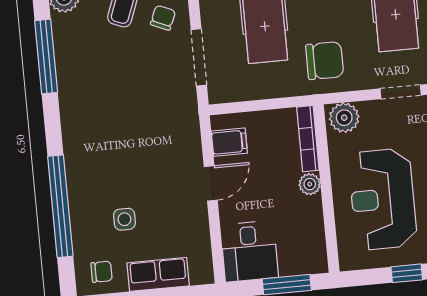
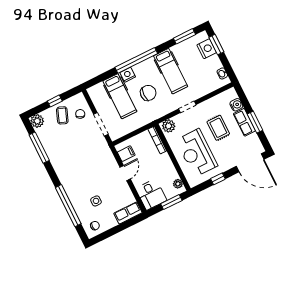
chair: (325, 61) -> (148, 93), moved
plant: (310, 184) -> (178, 184), moved
row of seats: (158, 274) -> (128, 213), moved

